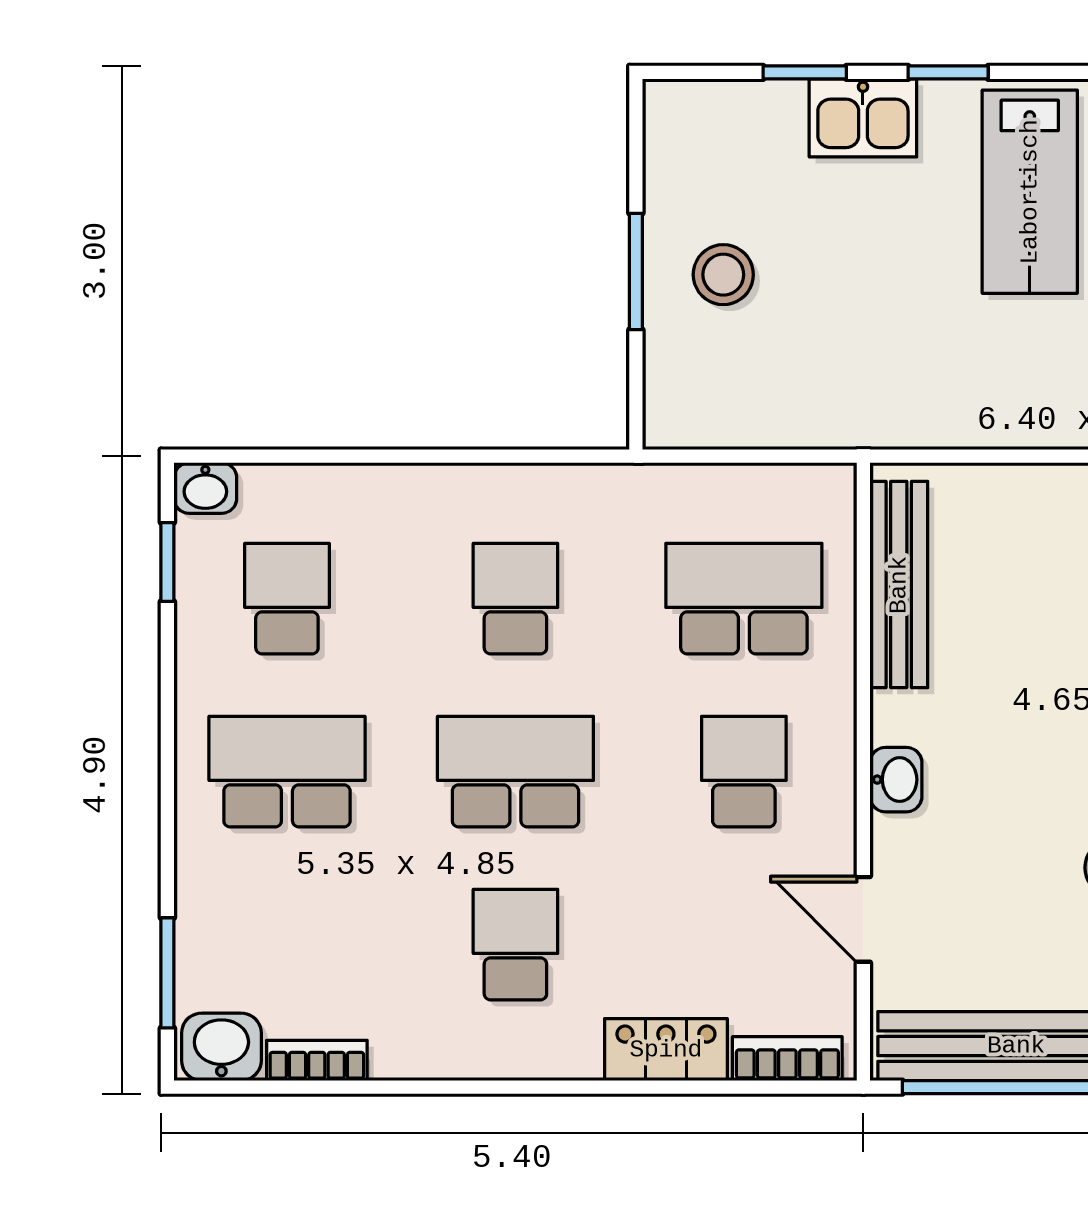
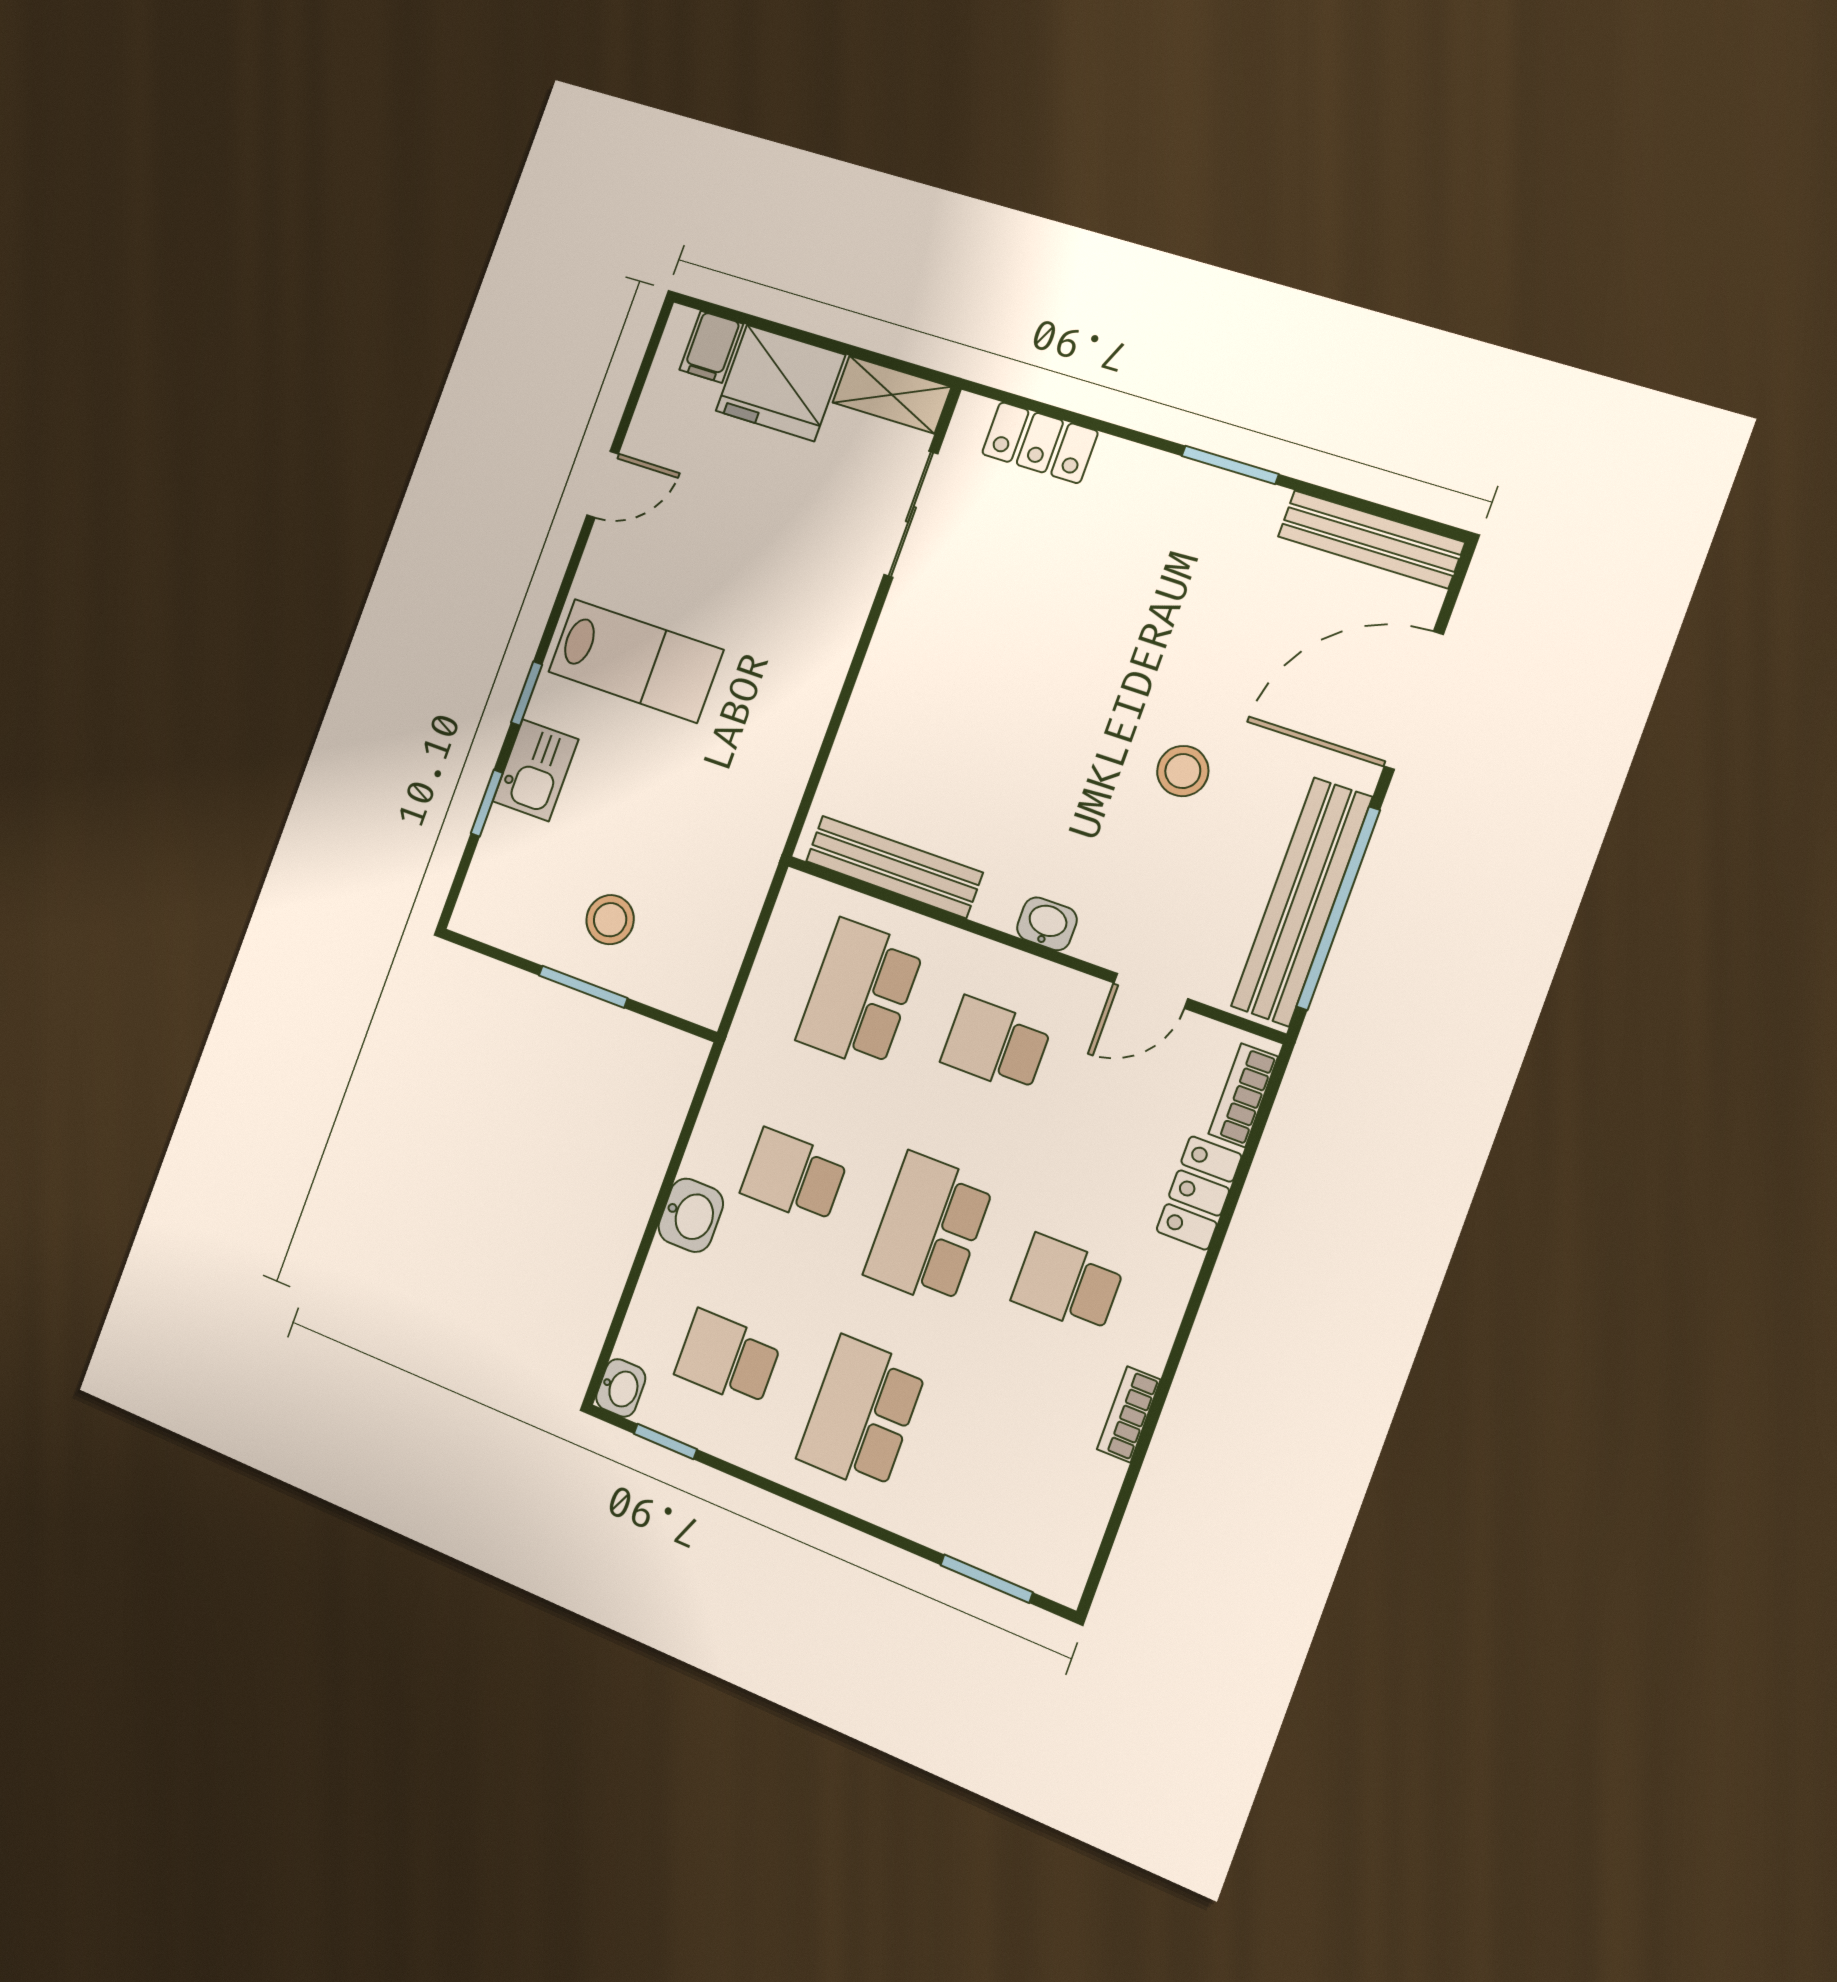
washbasin: (221, 1047) -> (691, 1215), moved, turned 180
bookcase: (317, 1060) -> (1129, 1414), moved

